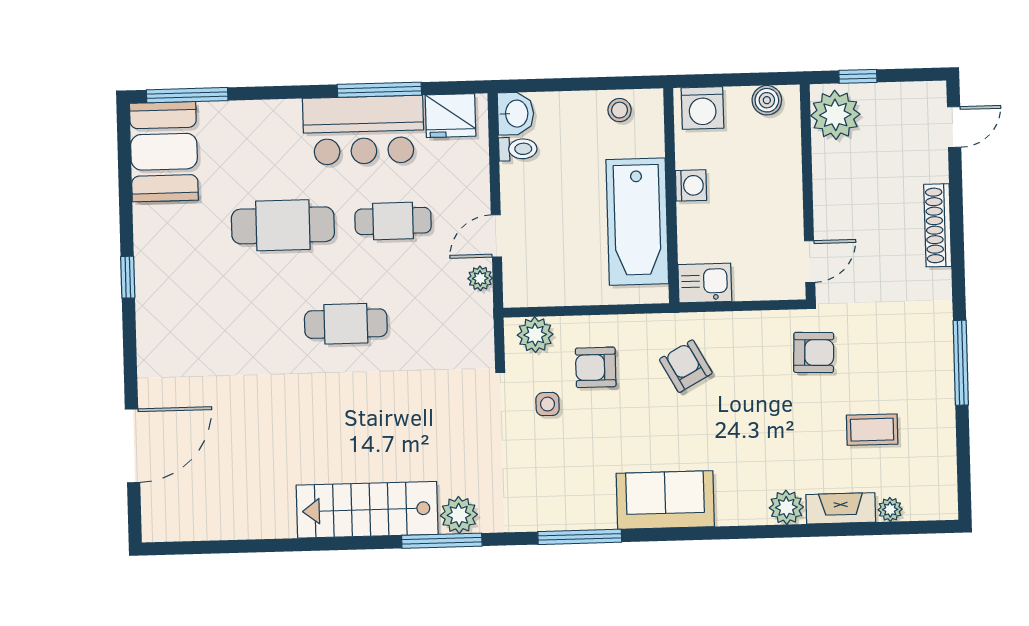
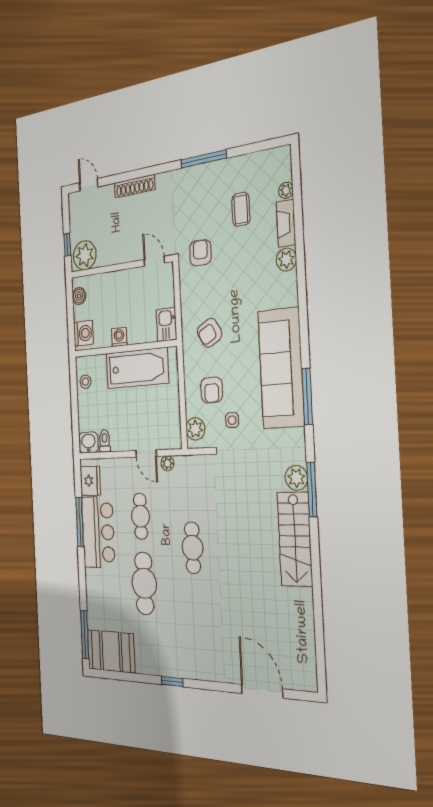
sofa: (665, 500) -> (281, 368), width x1.85, depth x1.27

